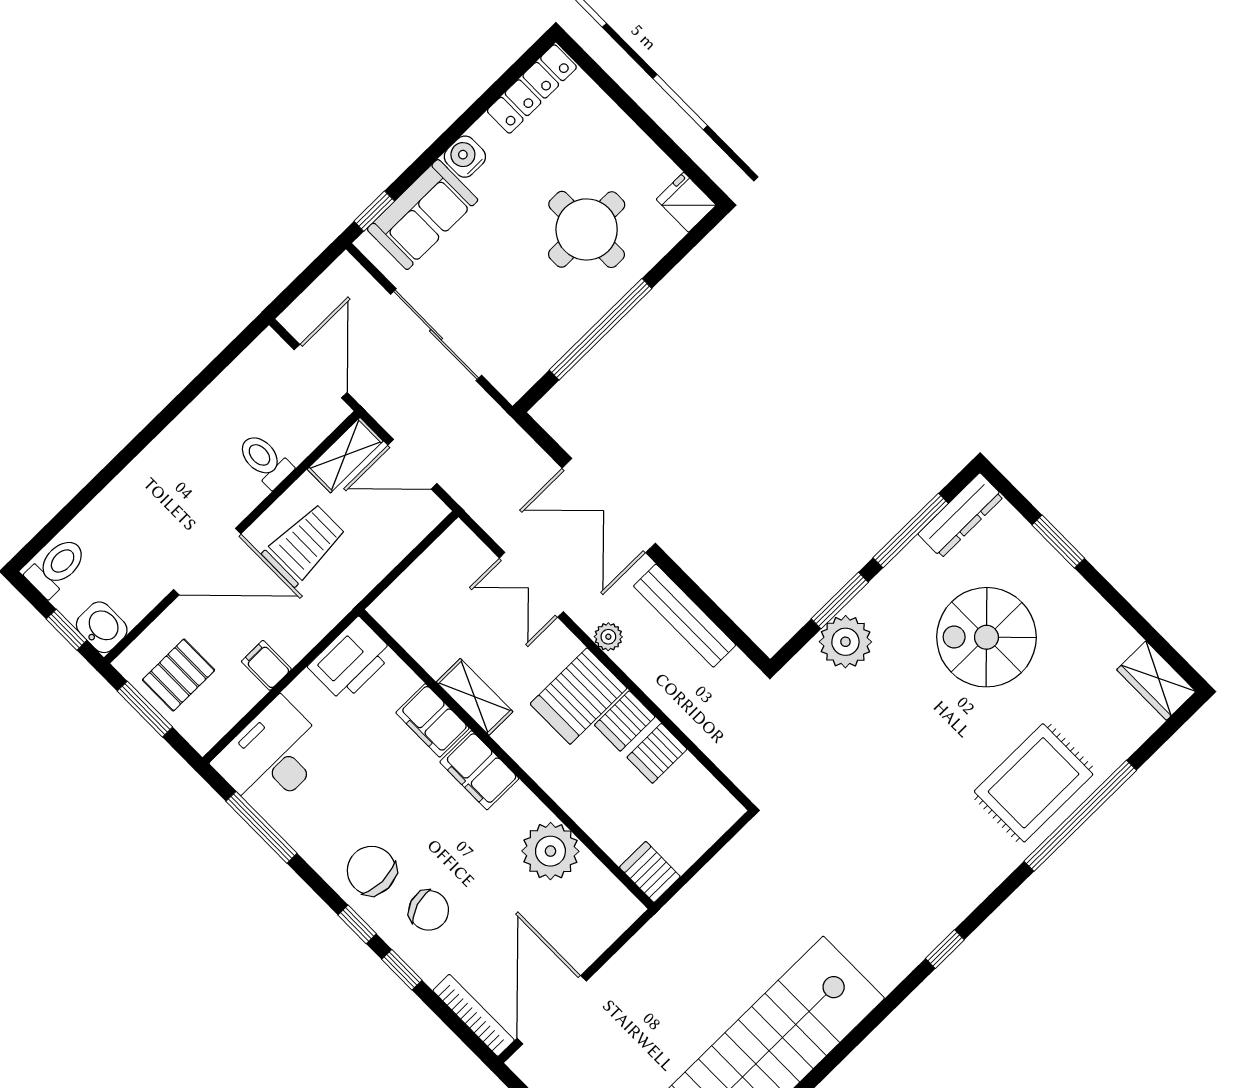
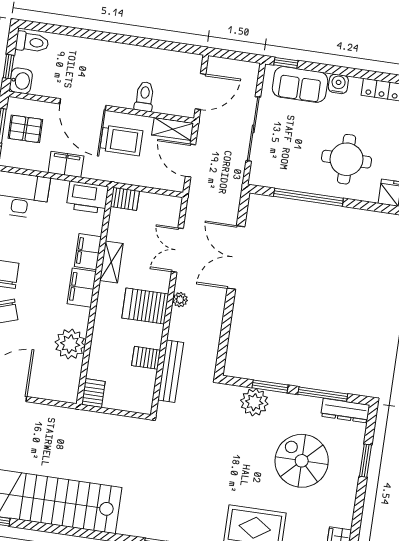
bench: (685, 616) -> (171, 371), moved
filing cabinet: (266, 665) -> (66, 164), width x2.00
server rack: (625, 721) -> (125, 199), moved, turned 180

